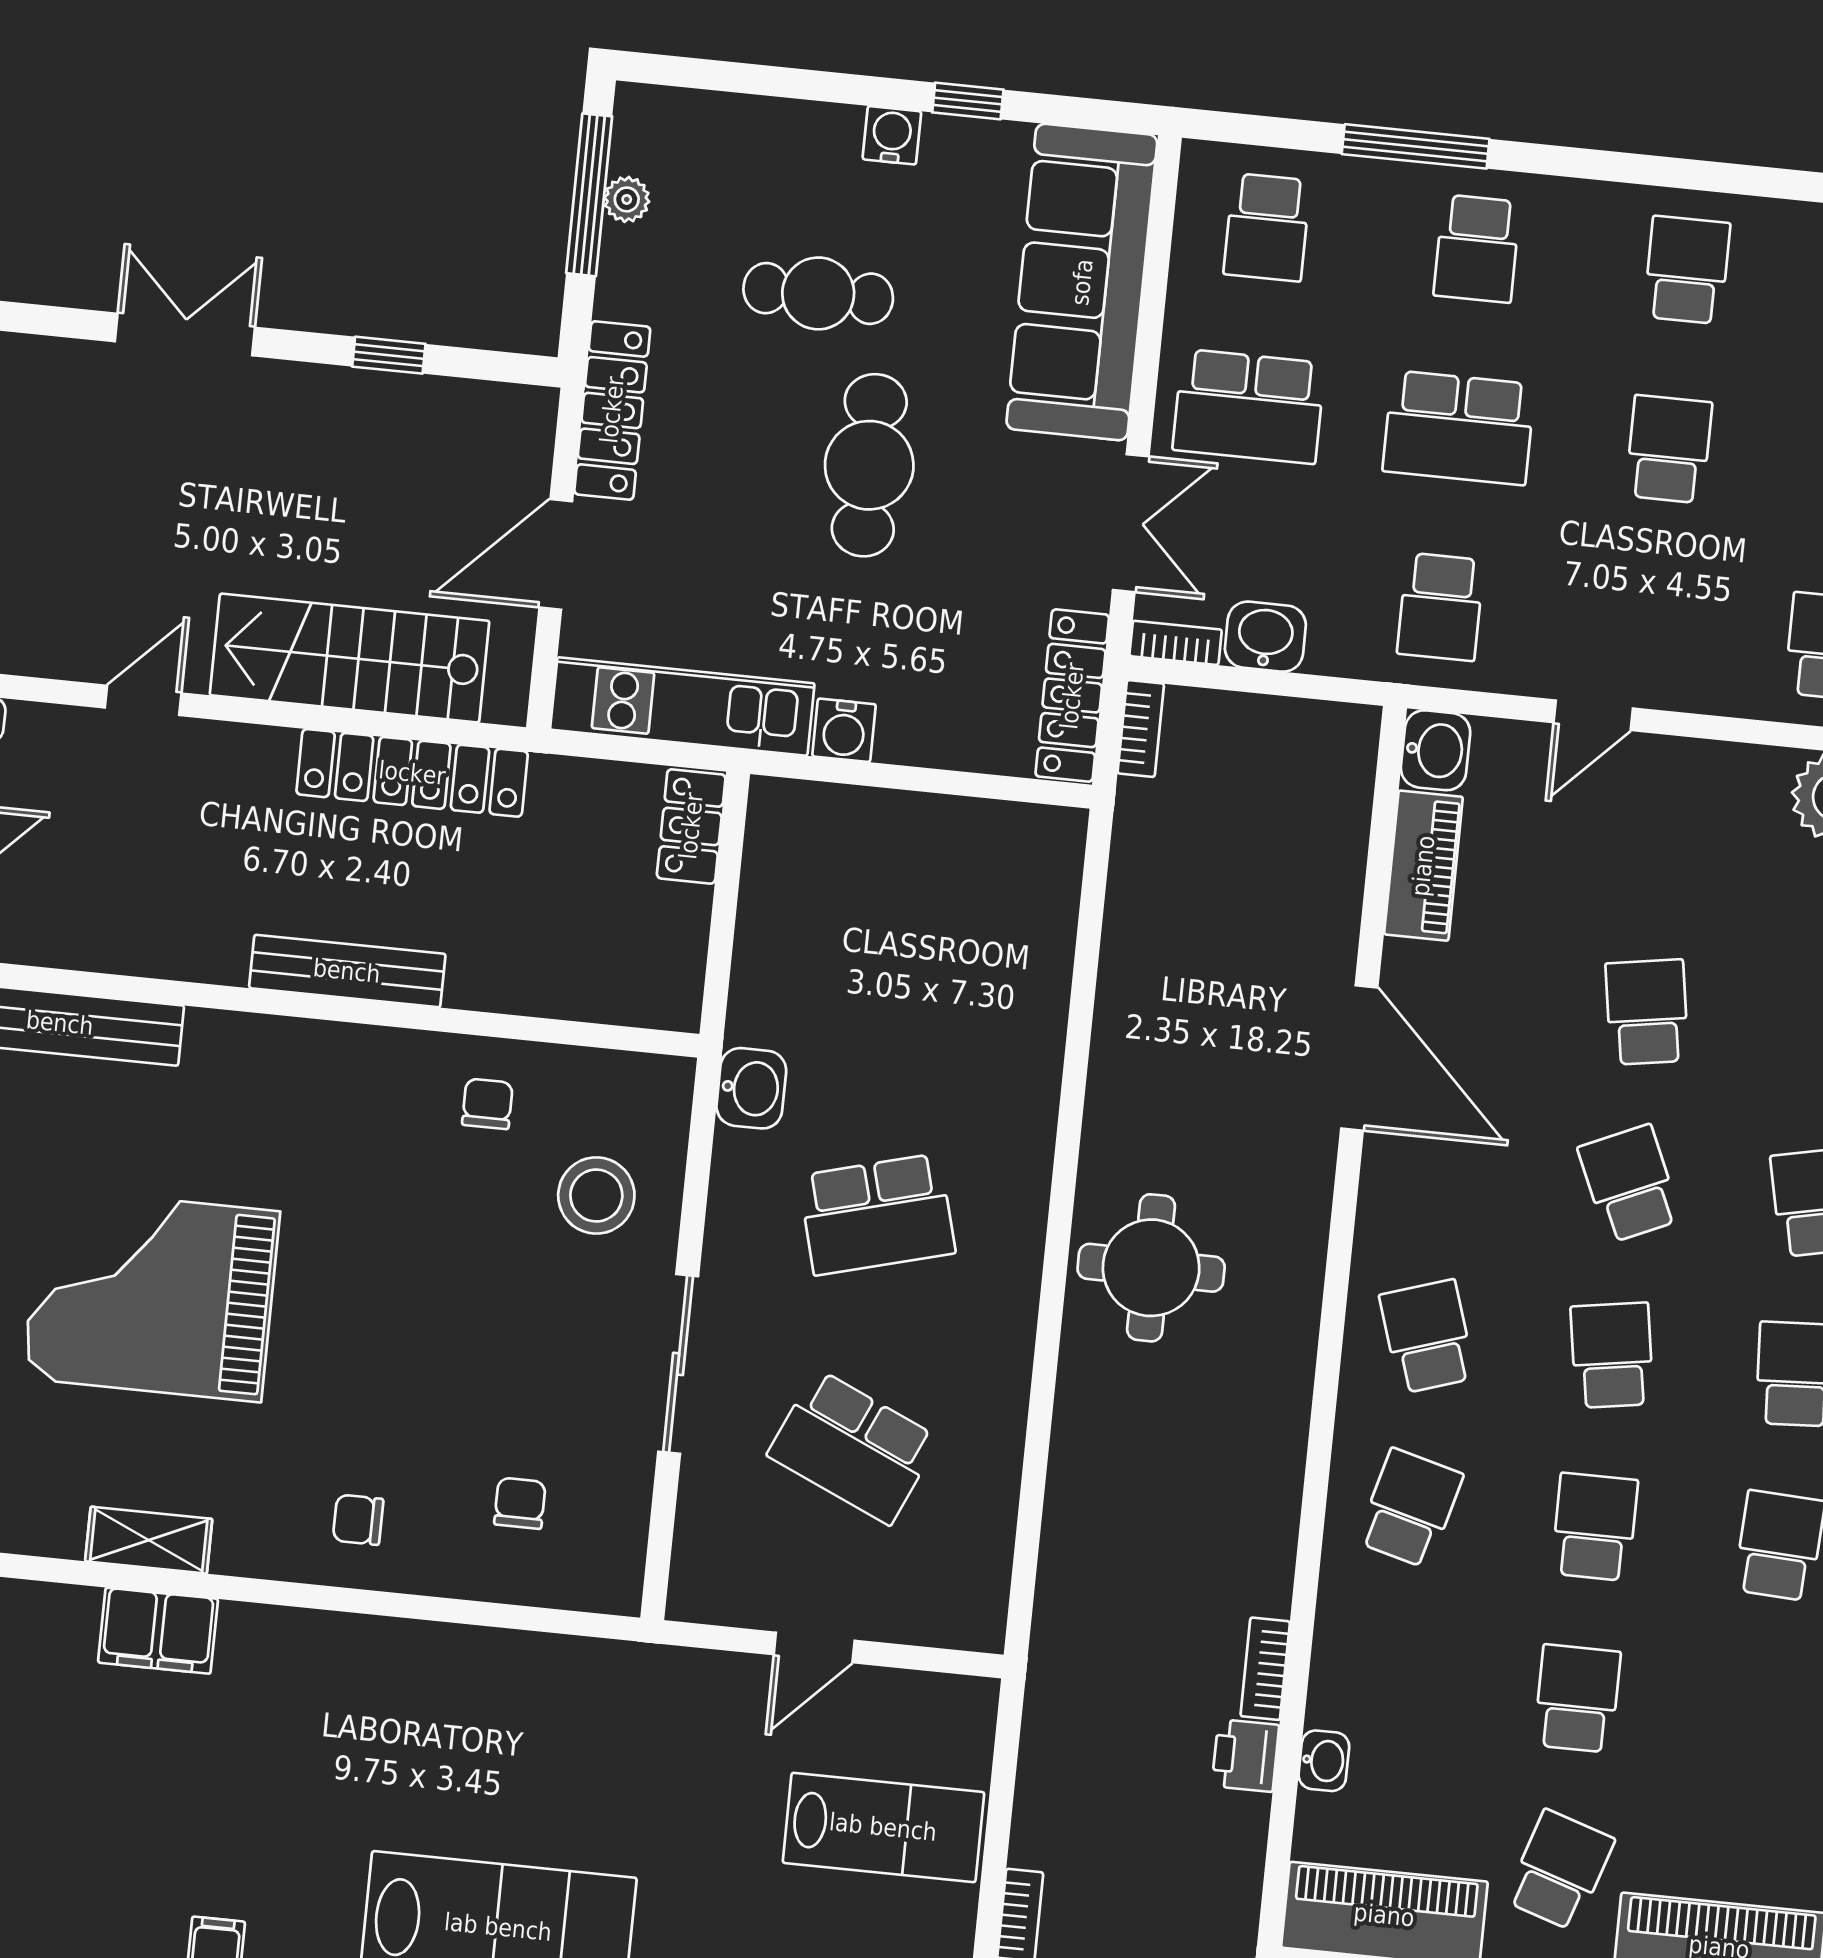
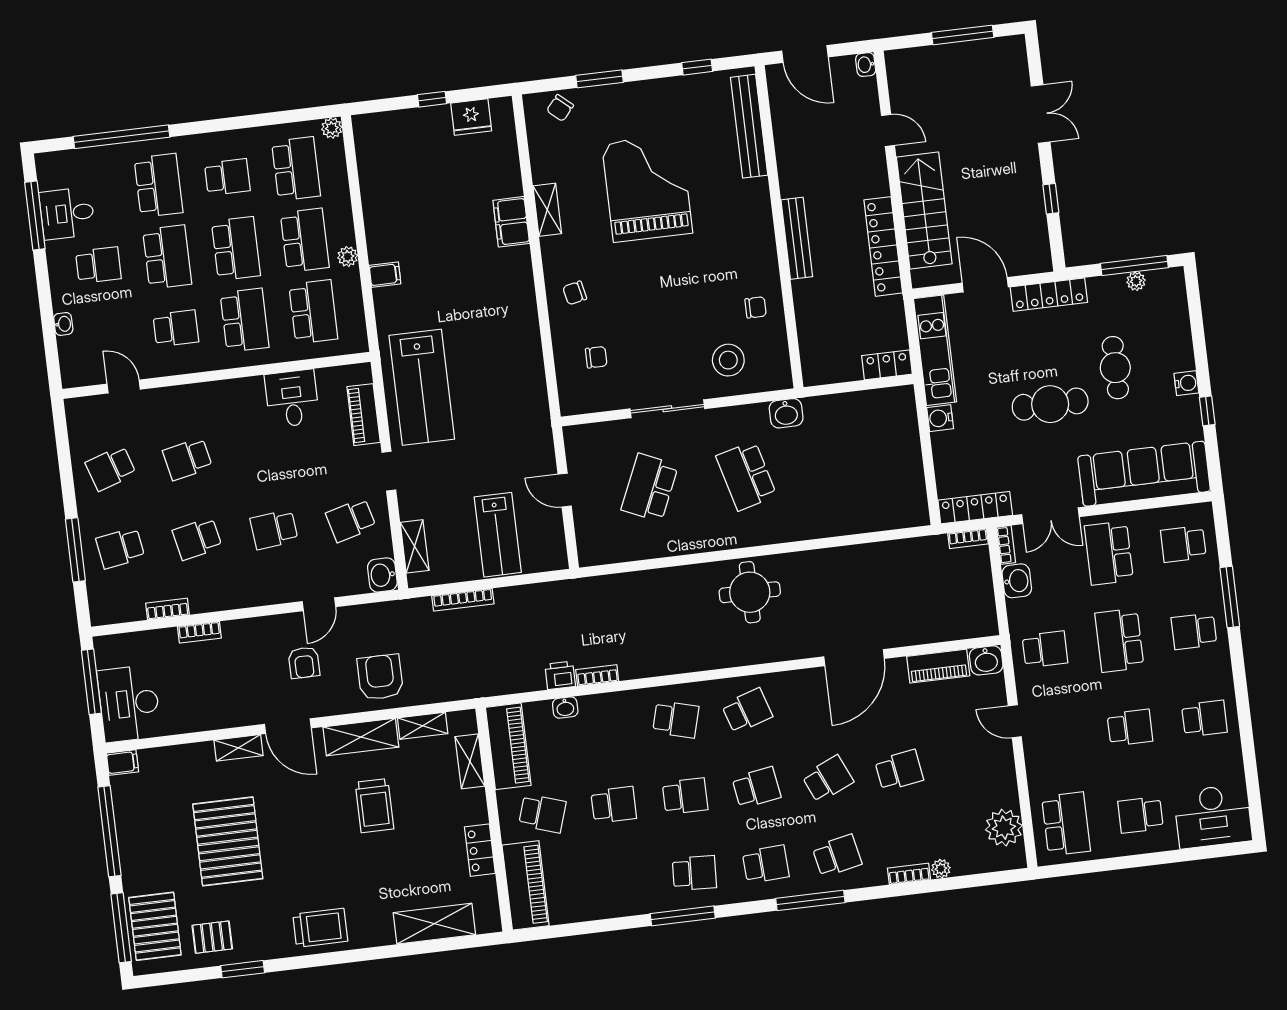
school desk: (1441, 607) -> (1045, 649), turned 180
chair: (358, 1520) -> (575, 293), turned -102

